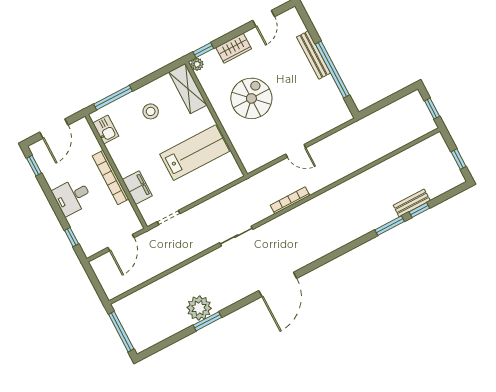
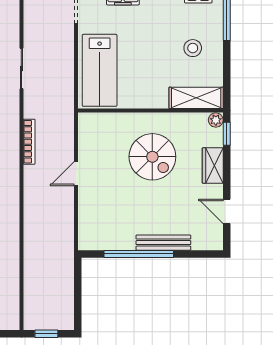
lab bench: (195, 153) -> (100, 70), moved

